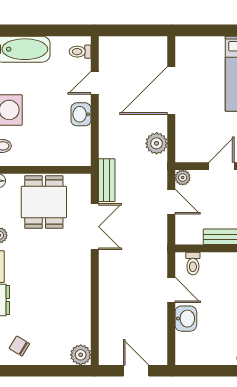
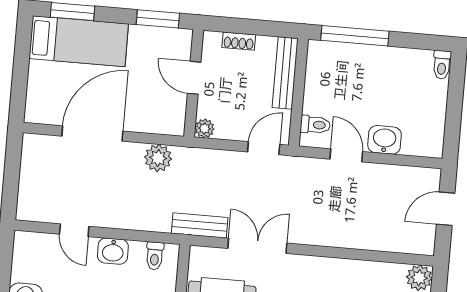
toilet: (80, 52) -> (155, 256), moved
door: (171, 90) -> (92, 134), swing flipped
door: (171, 202) -> (264, 148), moved
door: (171, 290) -> (346, 155), hinge flipped

